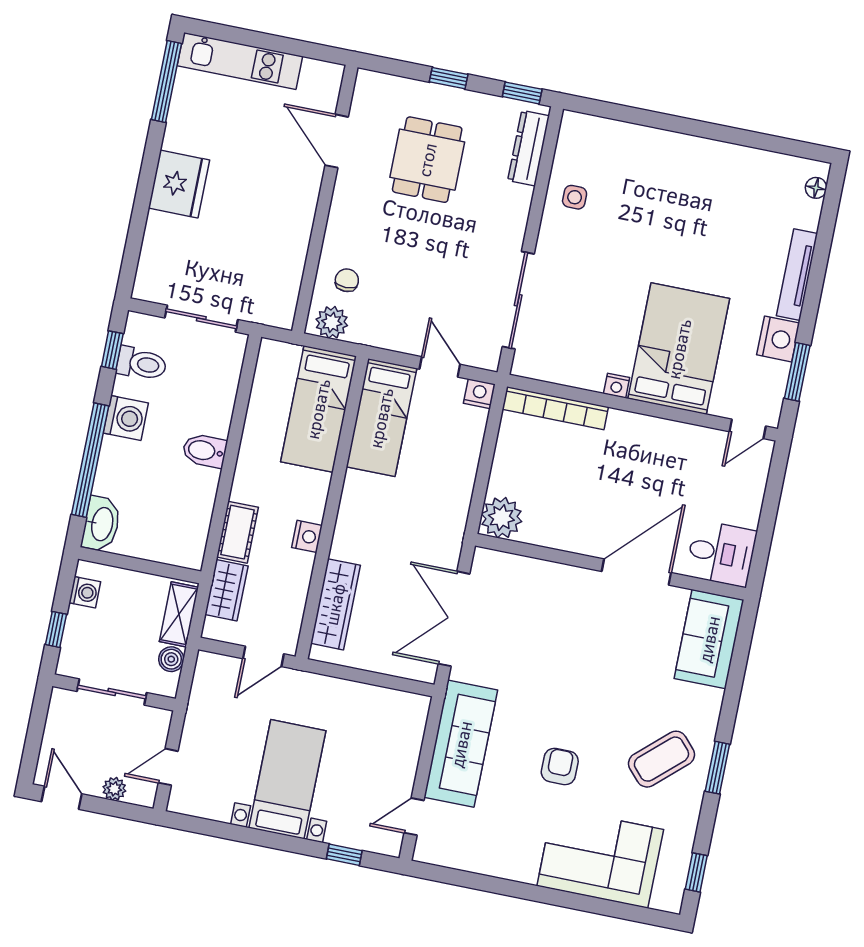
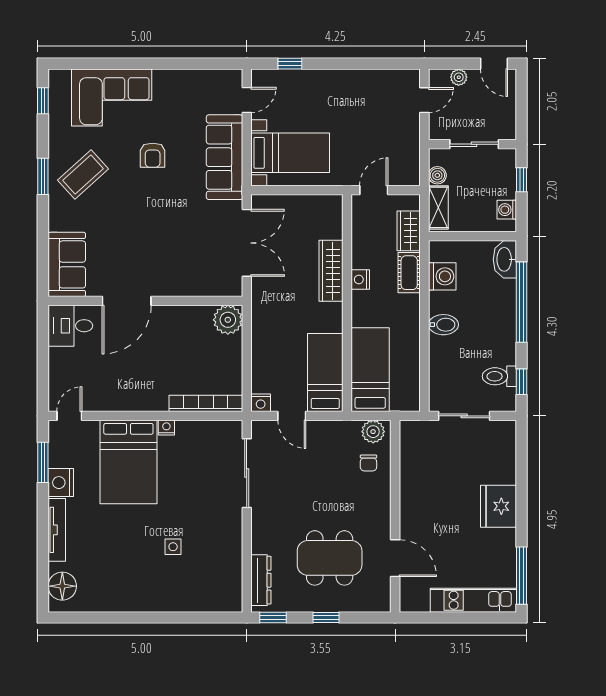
dining table: (427, 160) -> (330, 558), width x1.38
floor lamp: (816, 188) -> (62, 586), width x1.89, depth x1.89
side table: (575, 197) -> (173, 547), moved
washing machine: (126, 418) -> (442, 276), moved, turned 180
wardrobe: (335, 604) -> (331, 271), moved
bed with nightstands: (287, 779) -> (290, 153), moved, turned -90

